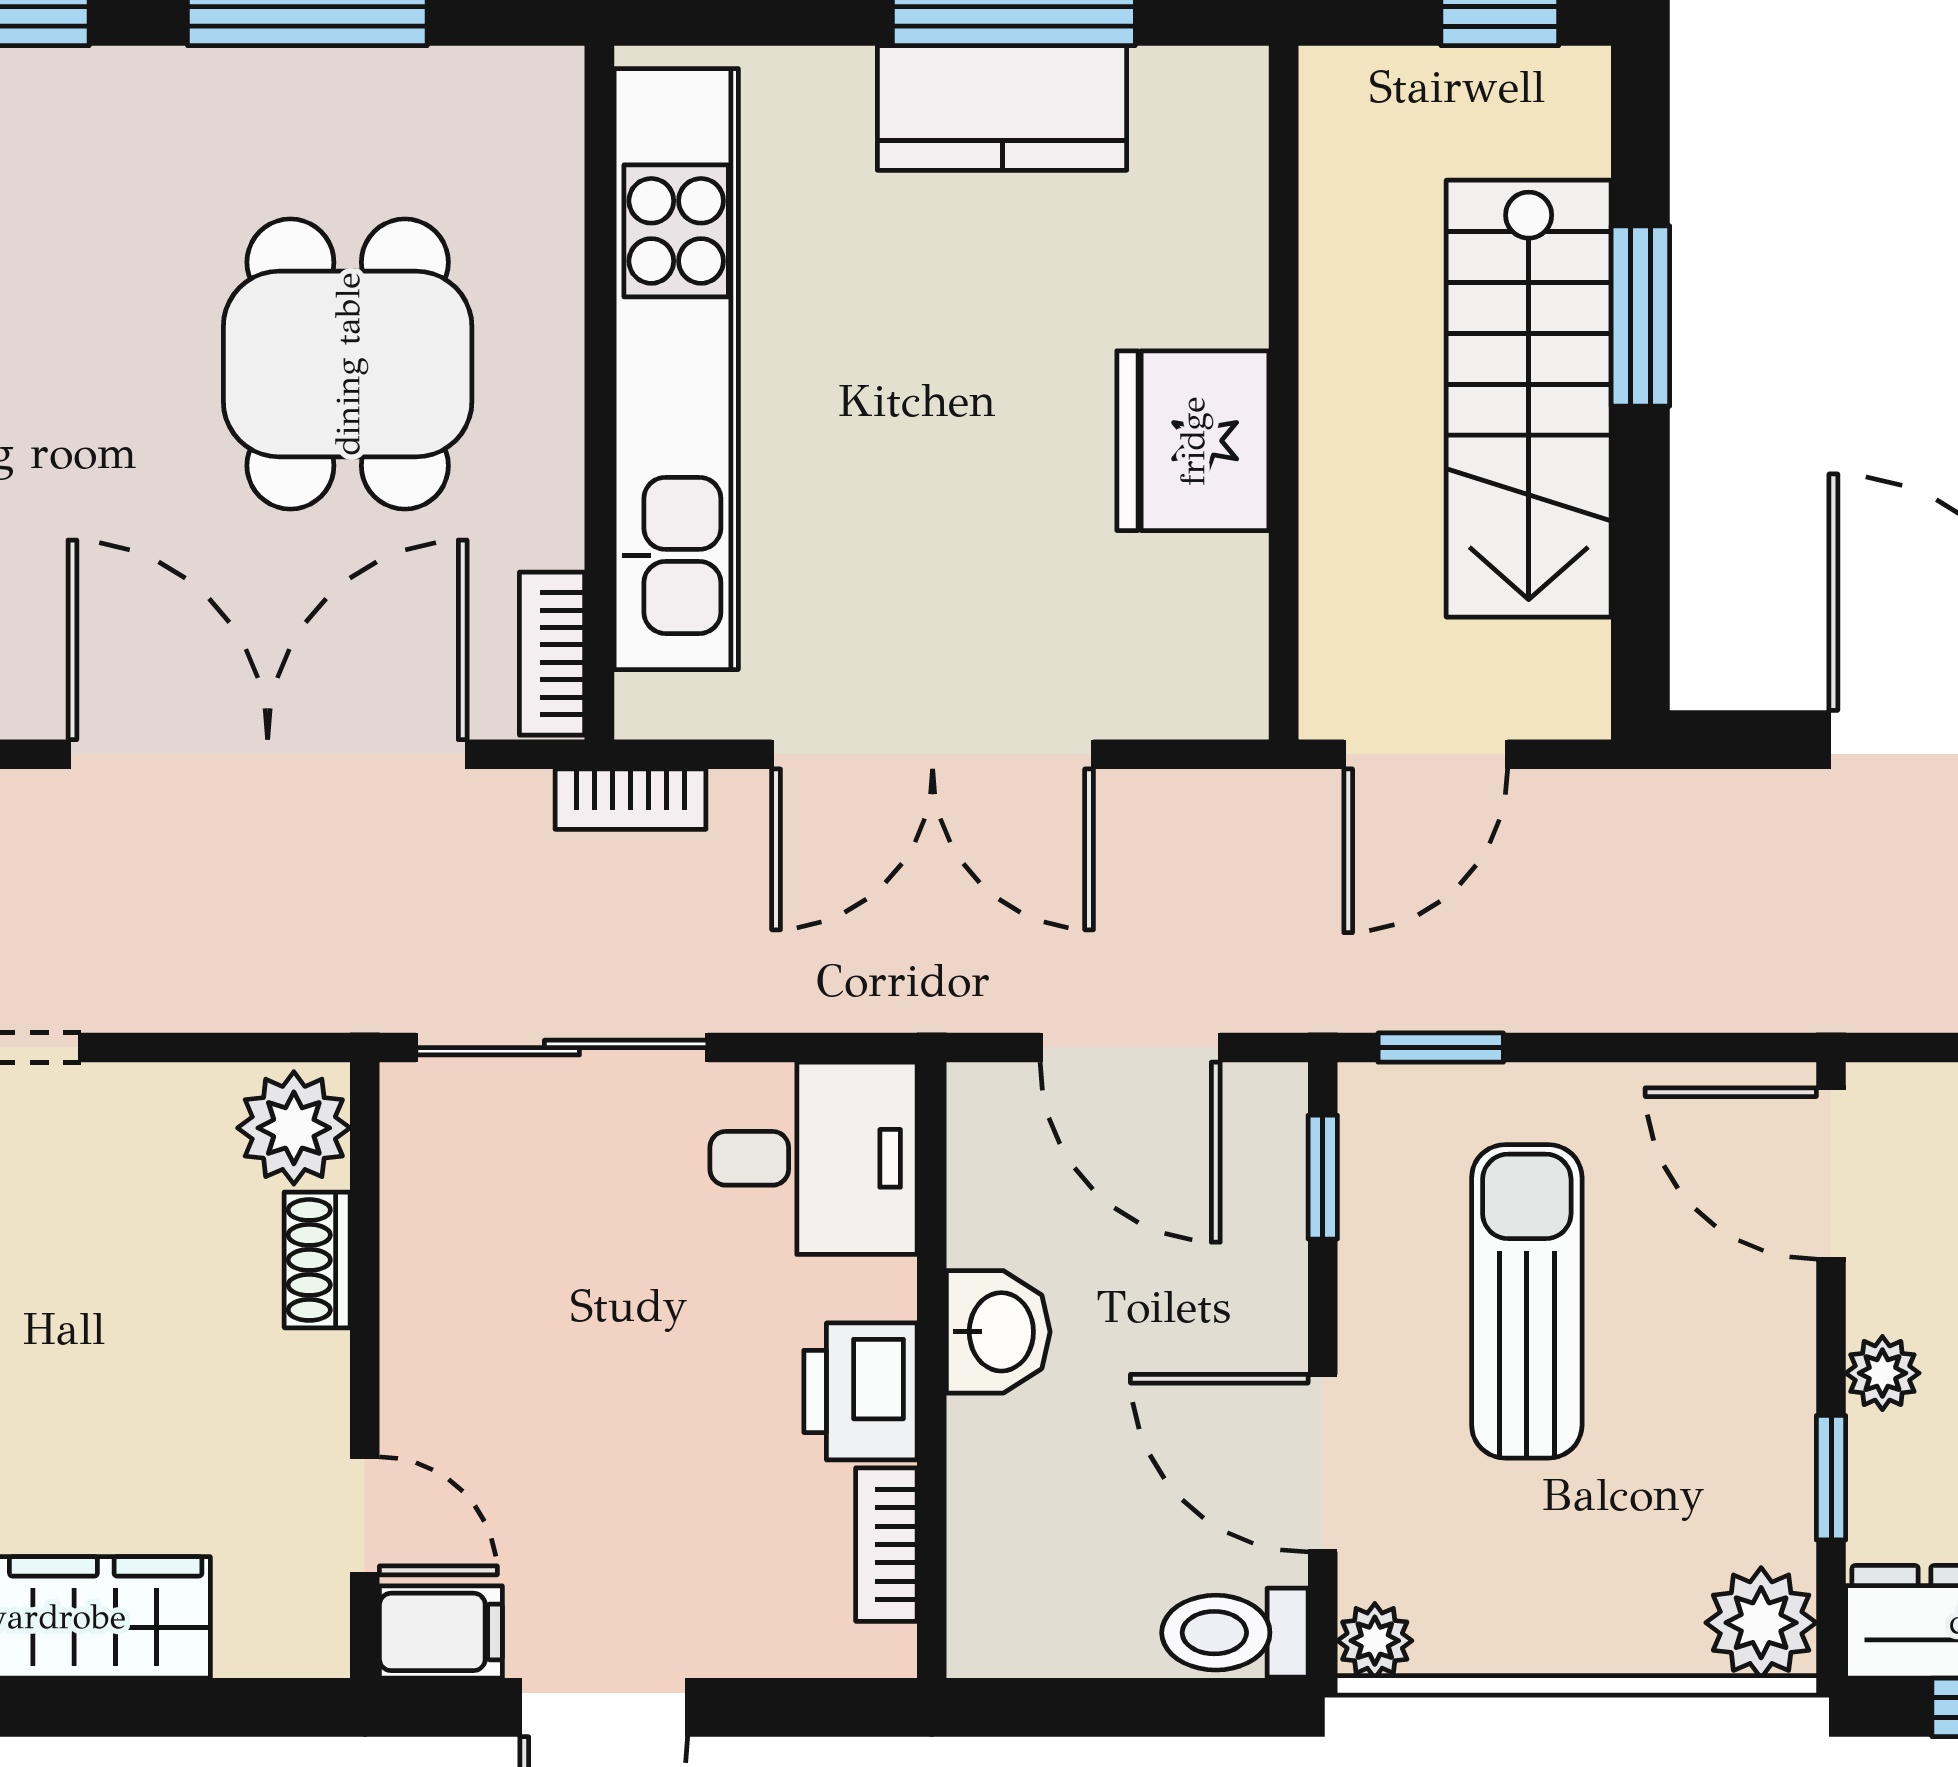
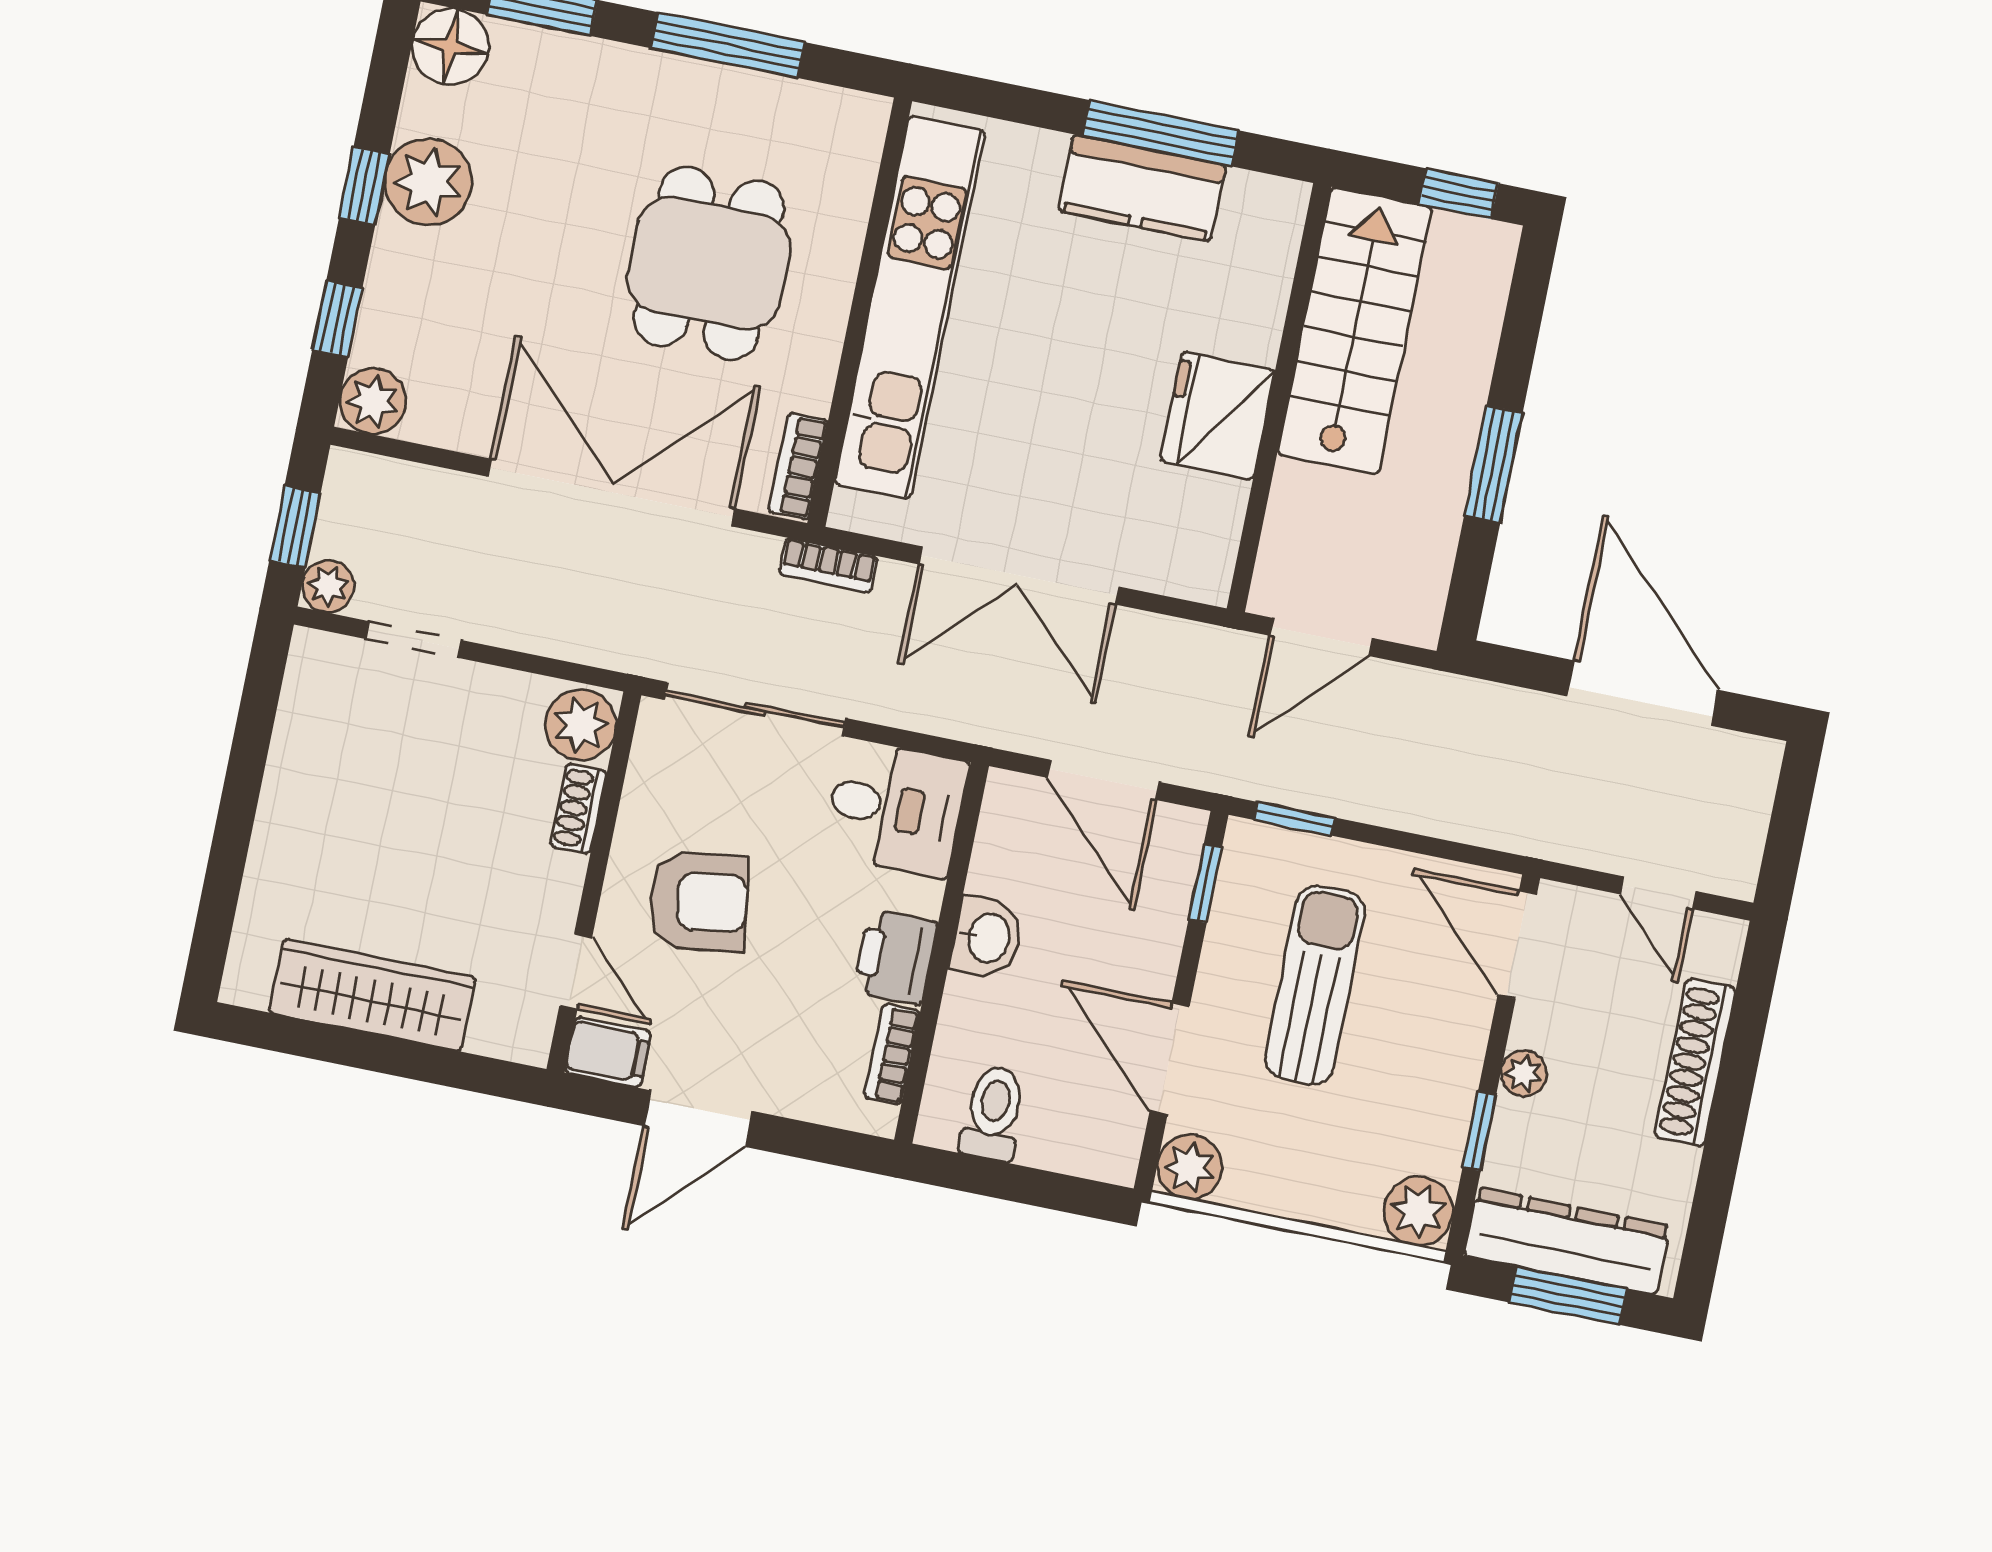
window: (1640, 316) -> (1493, 464), moved
stairs: (1529, 399) -> (1355, 331), moved, turned 180
armchair: (535, 1367) -> (699, 901), added
toilet: (1235, 1633) -> (993, 1113), moved, turned 90
plant: (1375, 1641) -> (1190, 1167), width x1.38, depth x1.38

